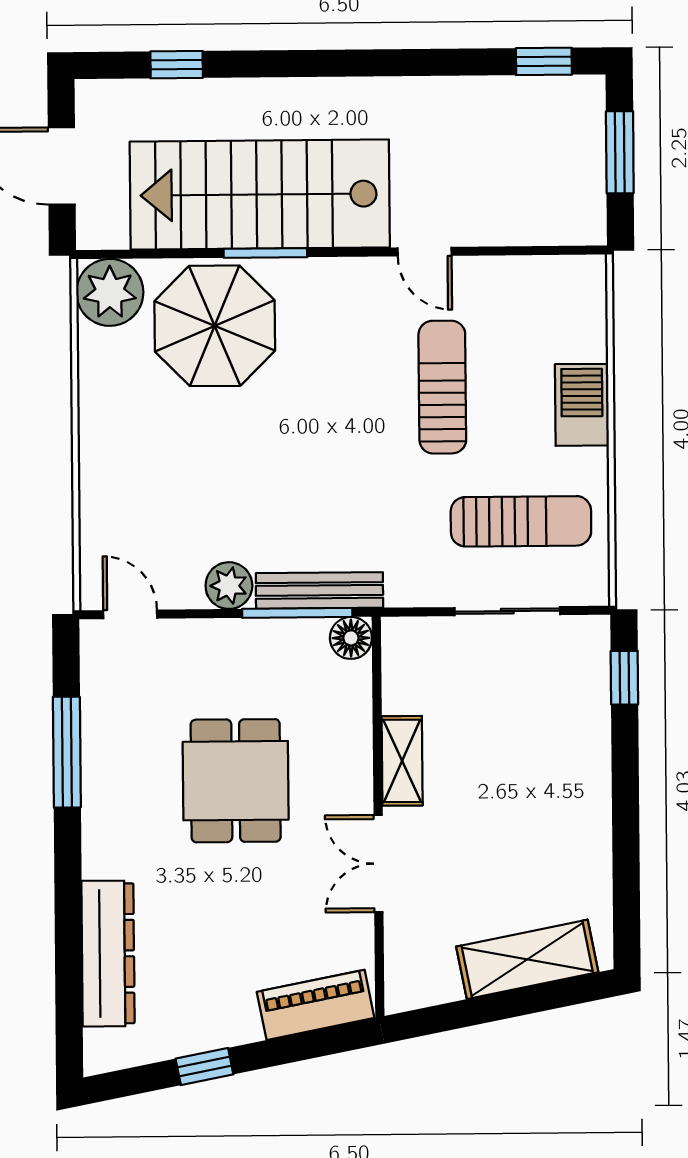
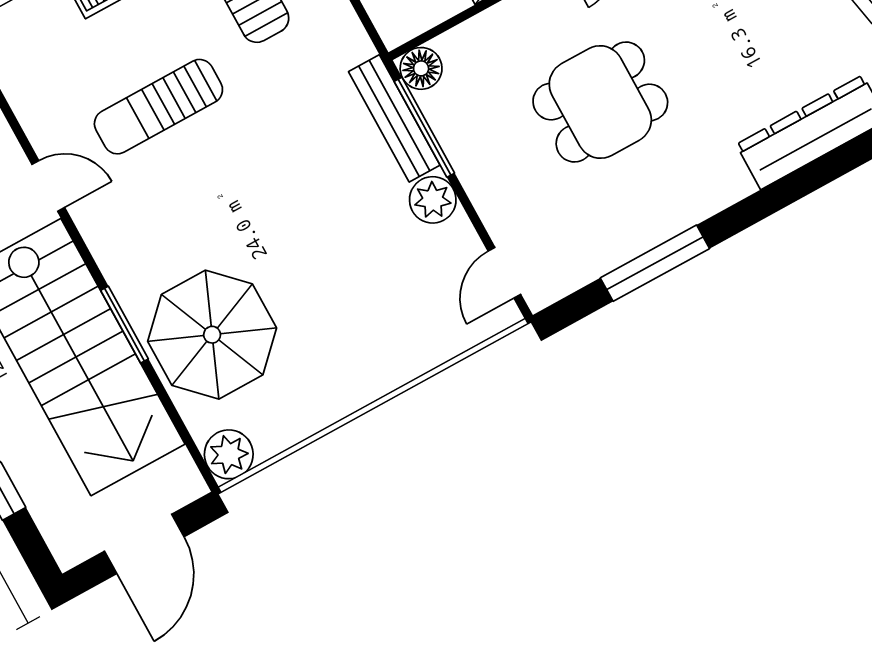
door: (425, 252) -> (48, 186), hinge flipped
plant: (110, 292) -> (229, 454), width x0.73, depth x0.73

